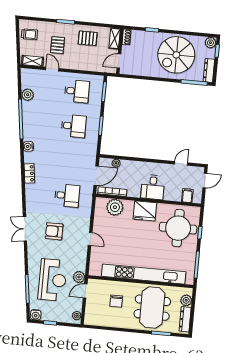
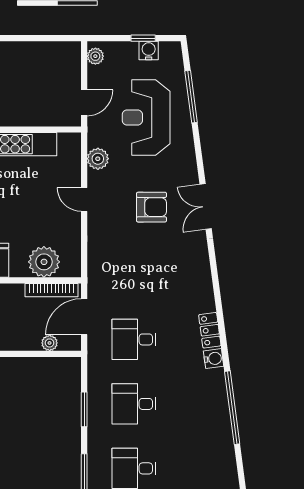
plant: (28, 95) -> (224, 453), removed
locker: (29, 173) -> (210, 330), moved
desk: (67, 196) -> (134, 339), moved
double door: (25, 229) -> (206, 207), swing flipped
plant: (79, 277) -> (98, 159), moved
chair: (116, 301) -> (25, 90), removed
water cooler: (36, 315) -> (149, 51), moved

